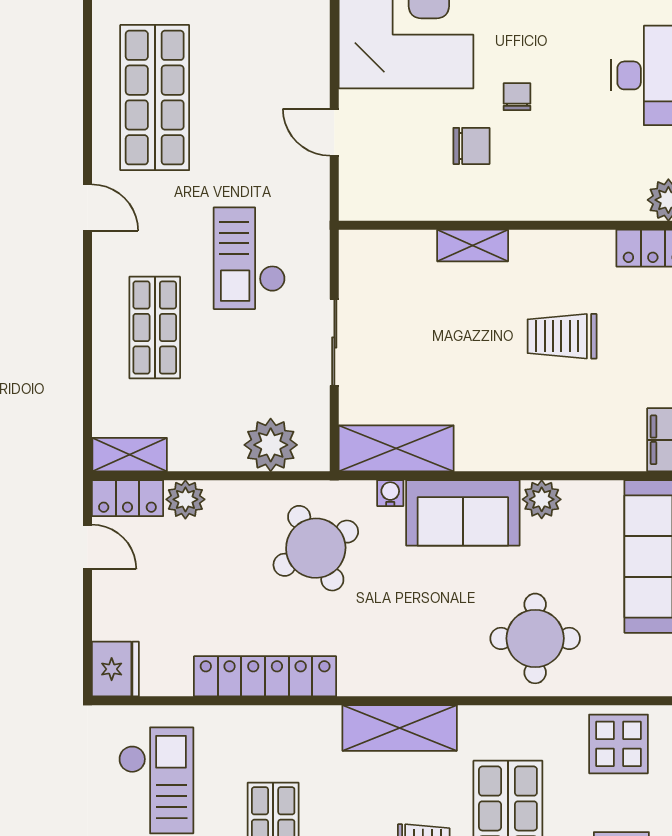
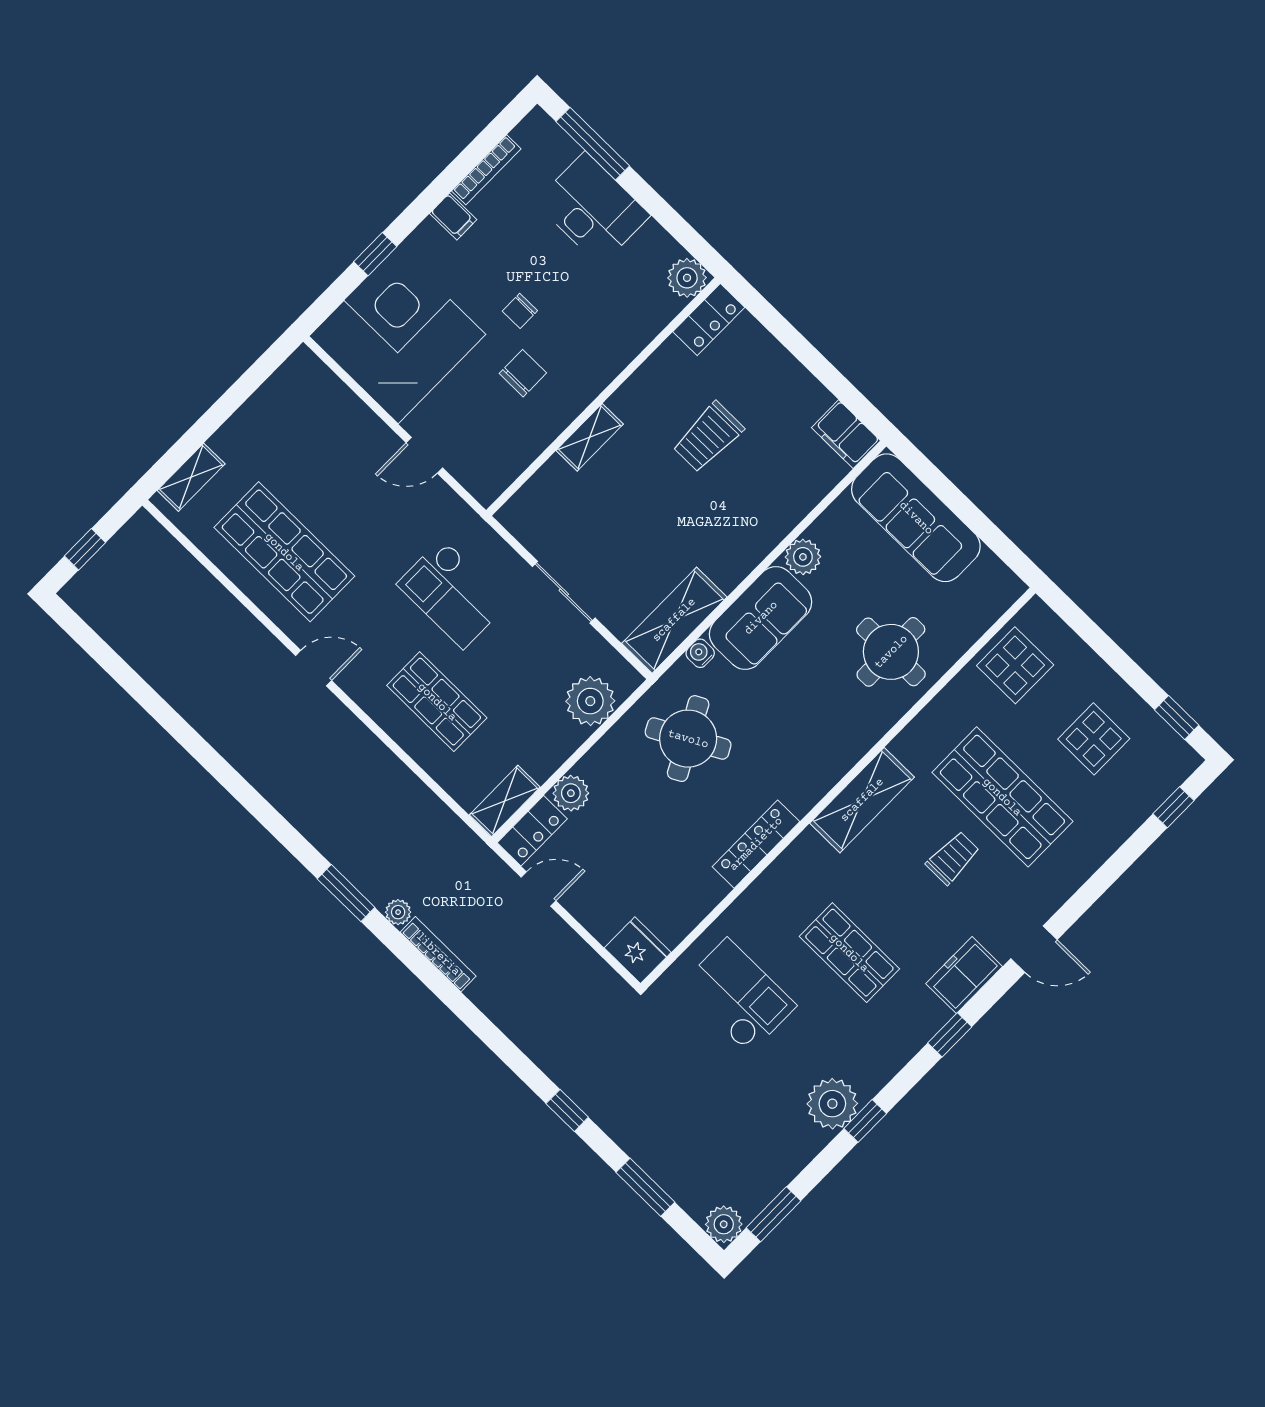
chair: (517, 97) -> (520, 311), turned -90
locker: (265, 676) -> (756, 844), width x0.71, depth x0.83

